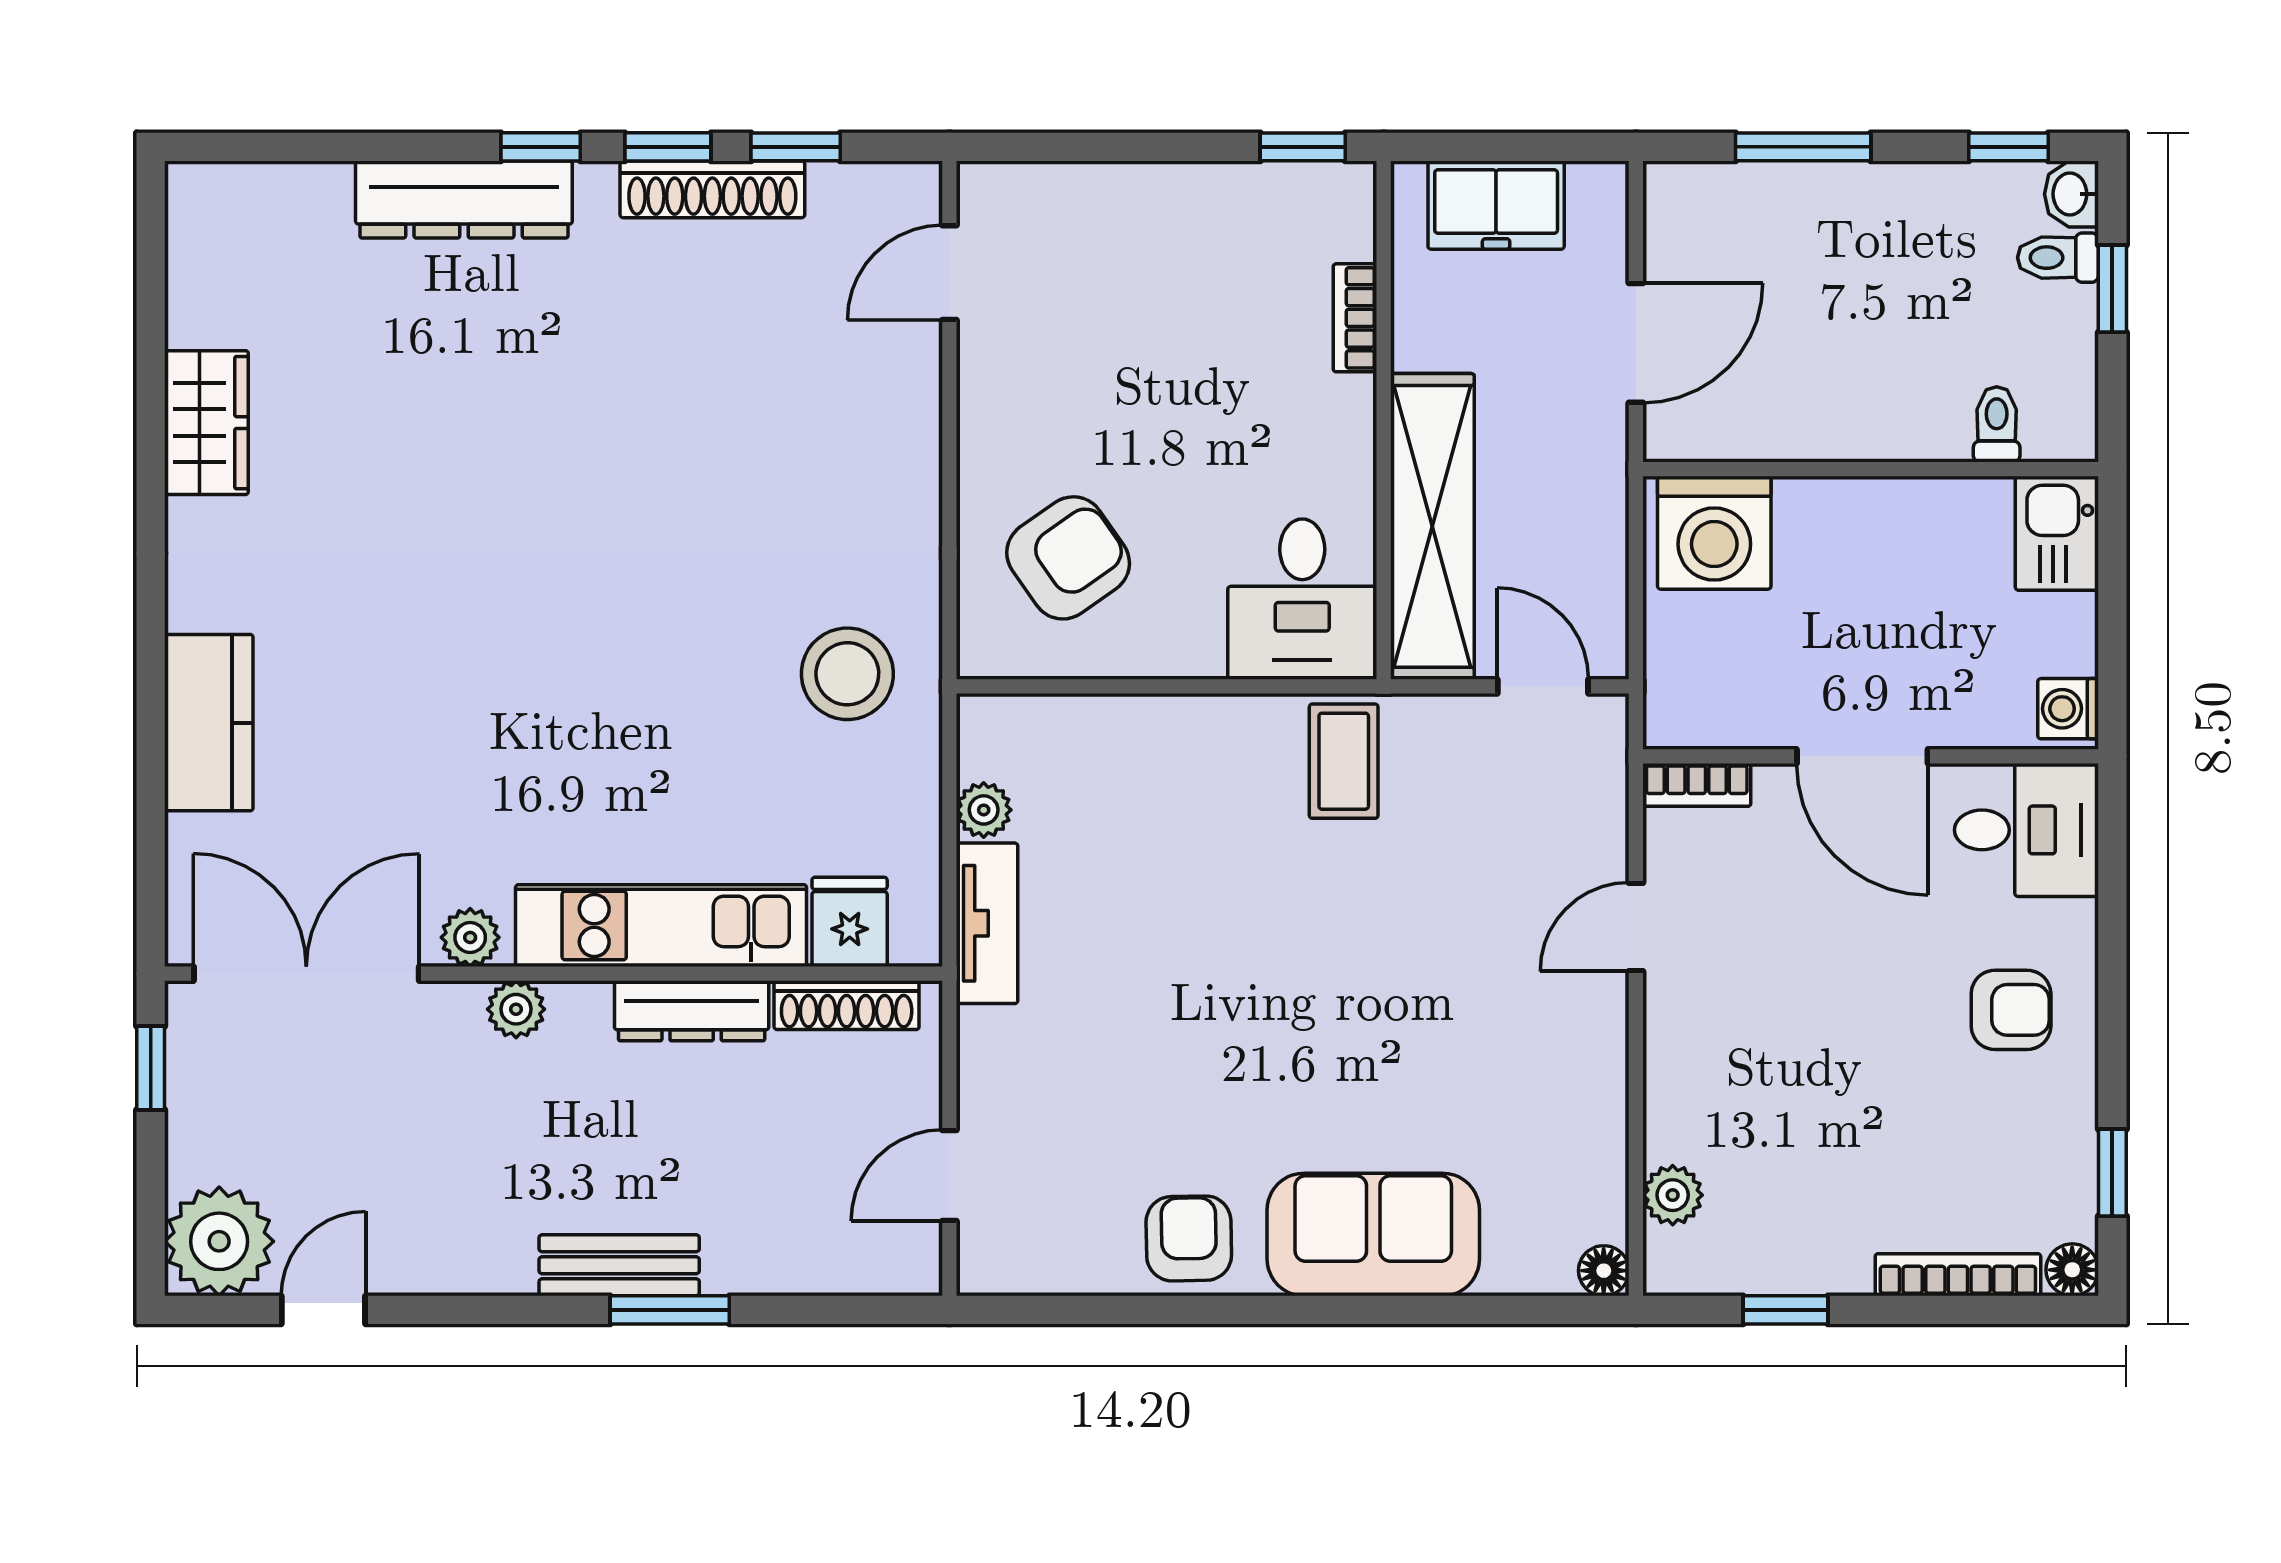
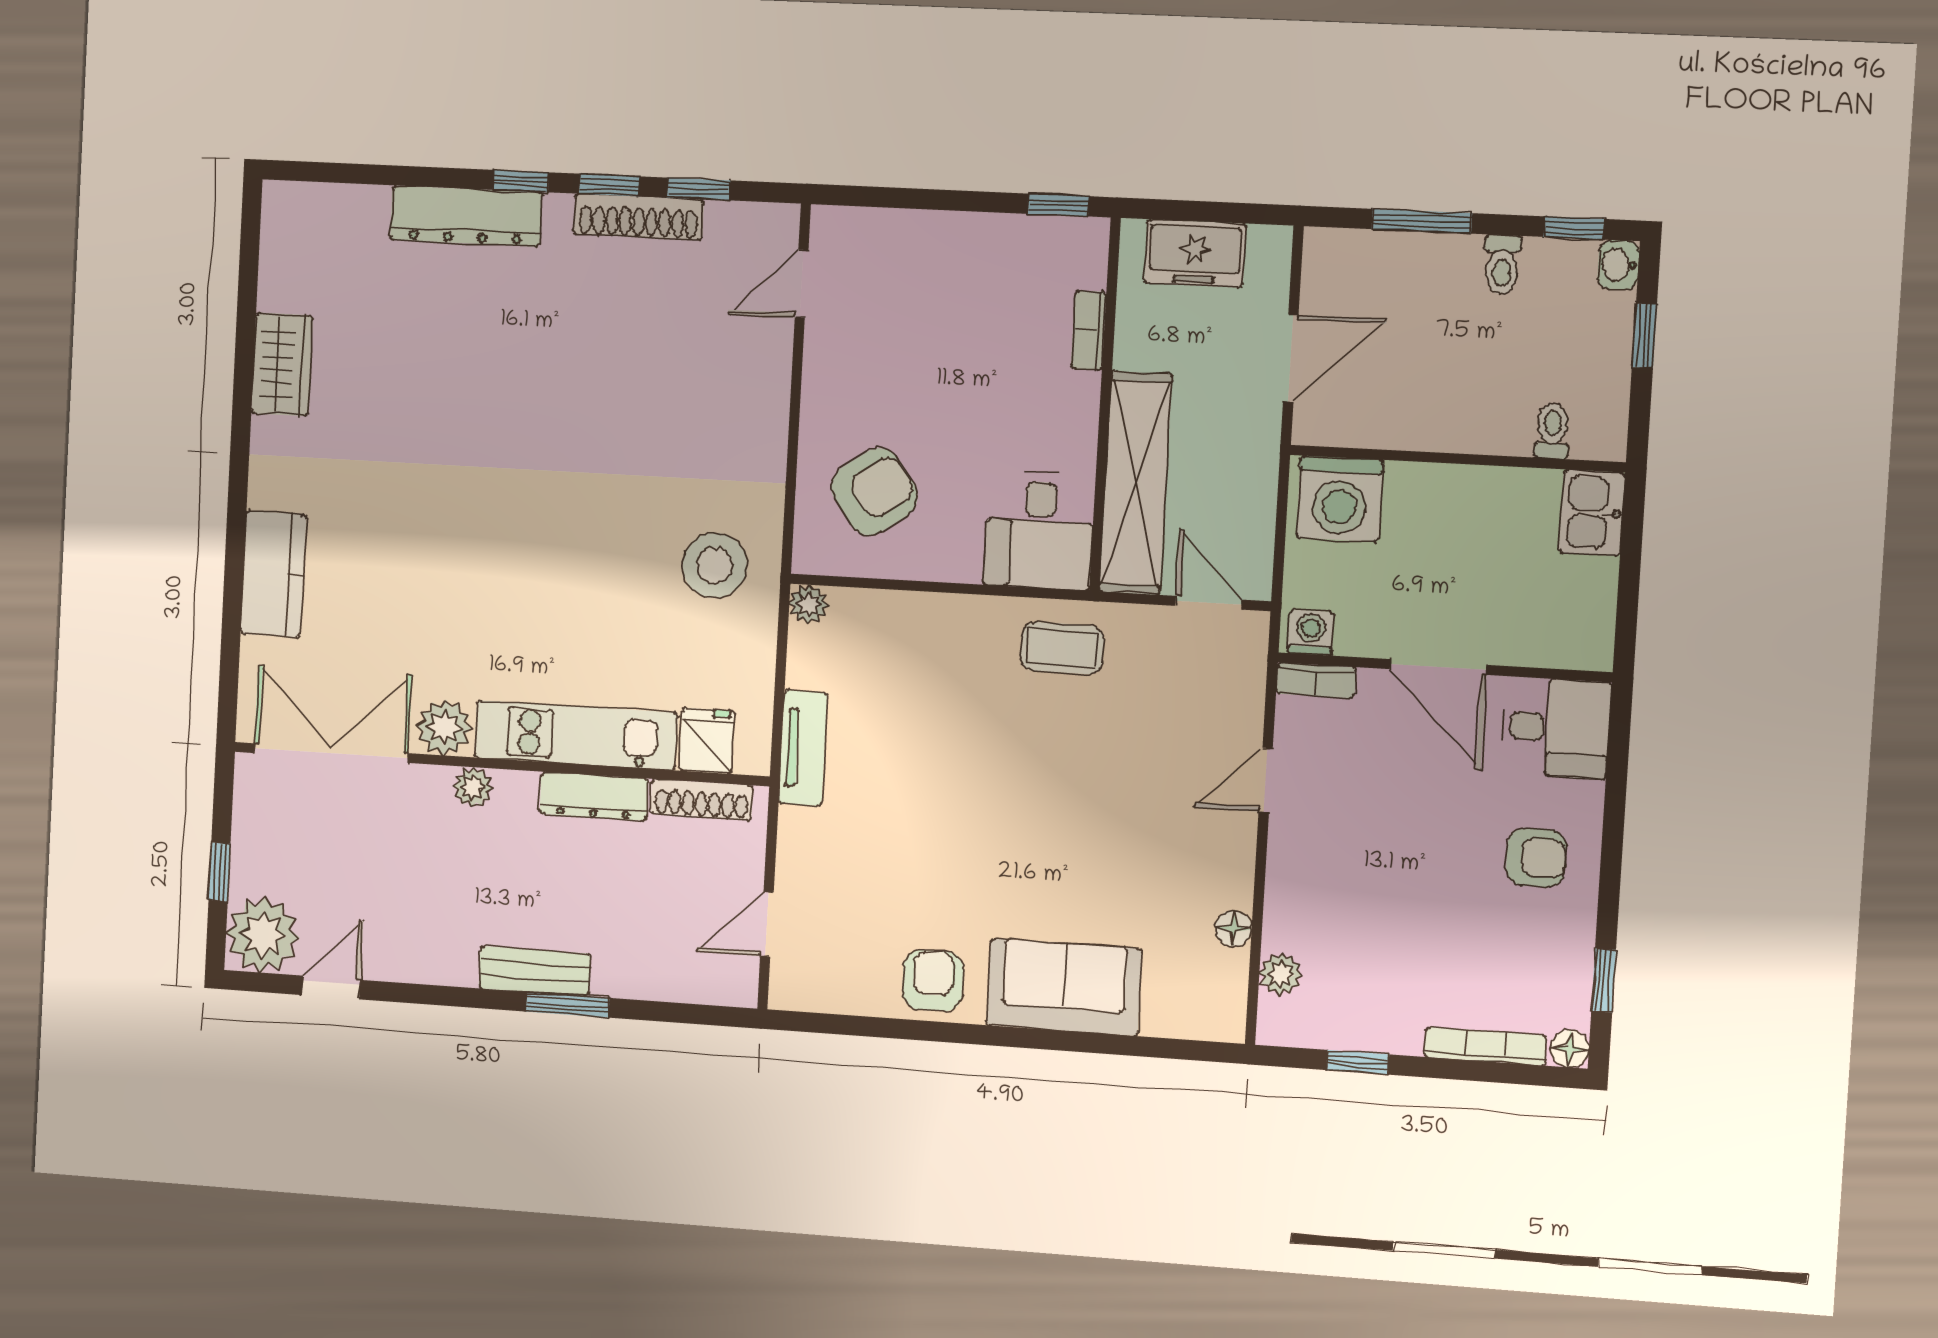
toilet: (2058, 258) -> (1502, 265), moved, turned -90
washing machine: (2068, 709) -> (1311, 632), moved, turned 90
coffee table: (1344, 761) -> (1062, 648), turned 90
plant: (984, 810) -> (808, 604), moved
plant: (470, 937) -> (444, 728), width x1.38, depth x1.38
window: (151, 1068) -> (219, 872), moved
floor lamp: (1604, 1271) -> (1234, 928), moved

